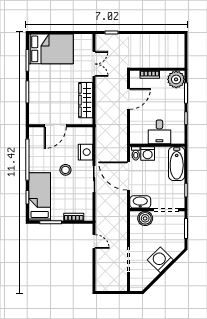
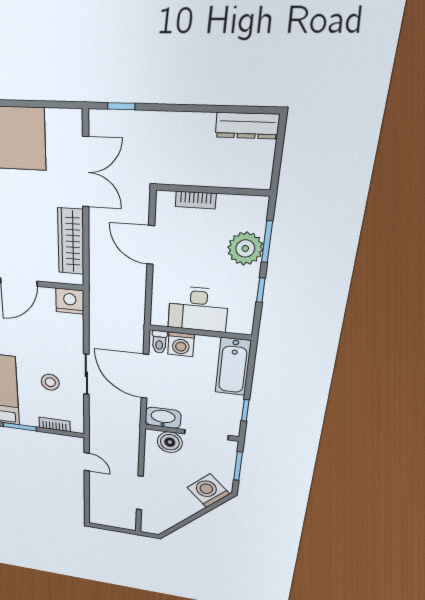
dresser: (171, 39) -> (247, 126), added
double door: (94, 64) -> (86, 172), width x1.37
plant: (176, 79) -> (245, 249), moved
door: (129, 99) -> (151, 245), swing flipped
desk: (159, 132) -> (198, 309), width x1.37
nightstand: (86, 152) -> (70, 301), moved, turned -90
stool: (65, 170) -> (50, 382), moved
washing machine: (160, 260) -> (208, 491), moved

